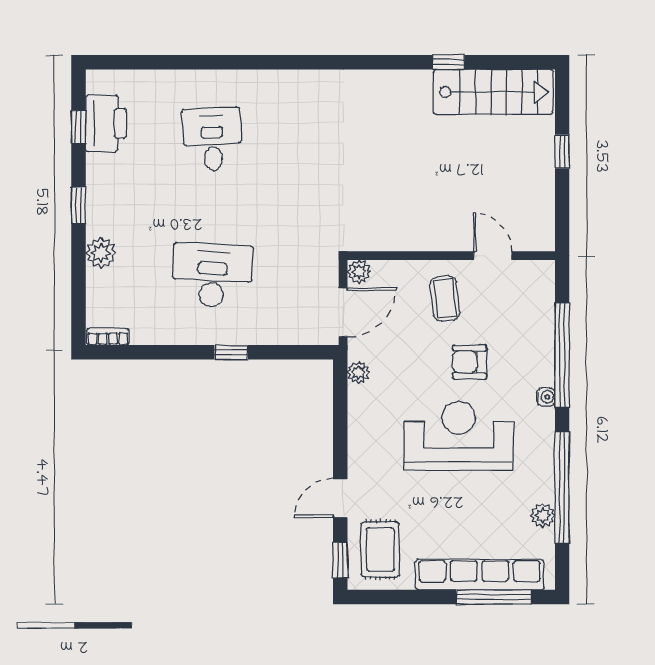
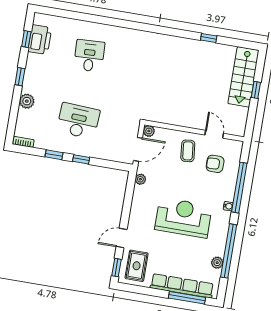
stairs: (493, 92) -> (243, 77), moved, turned 90
window: (175, 352) -> (54, 155), added
armchair: (470, 362) -> (215, 164), moved

